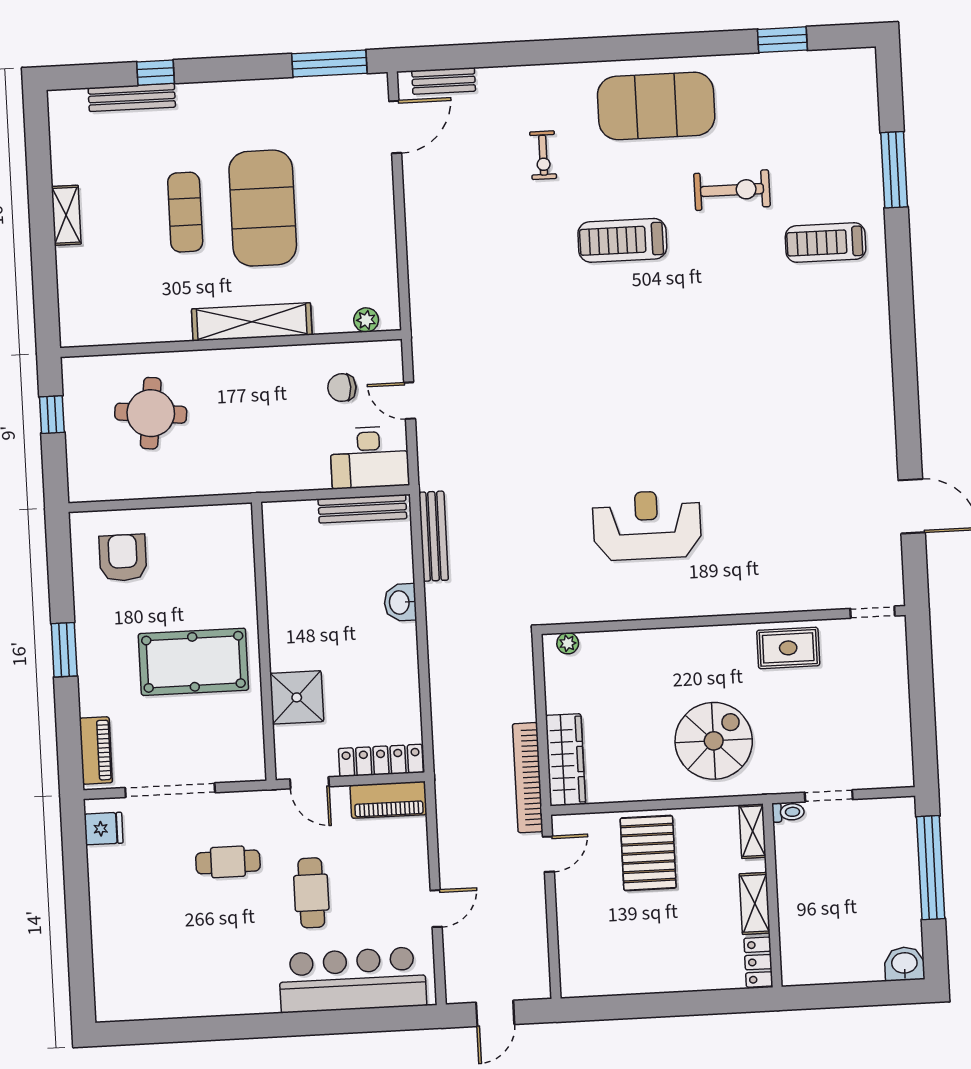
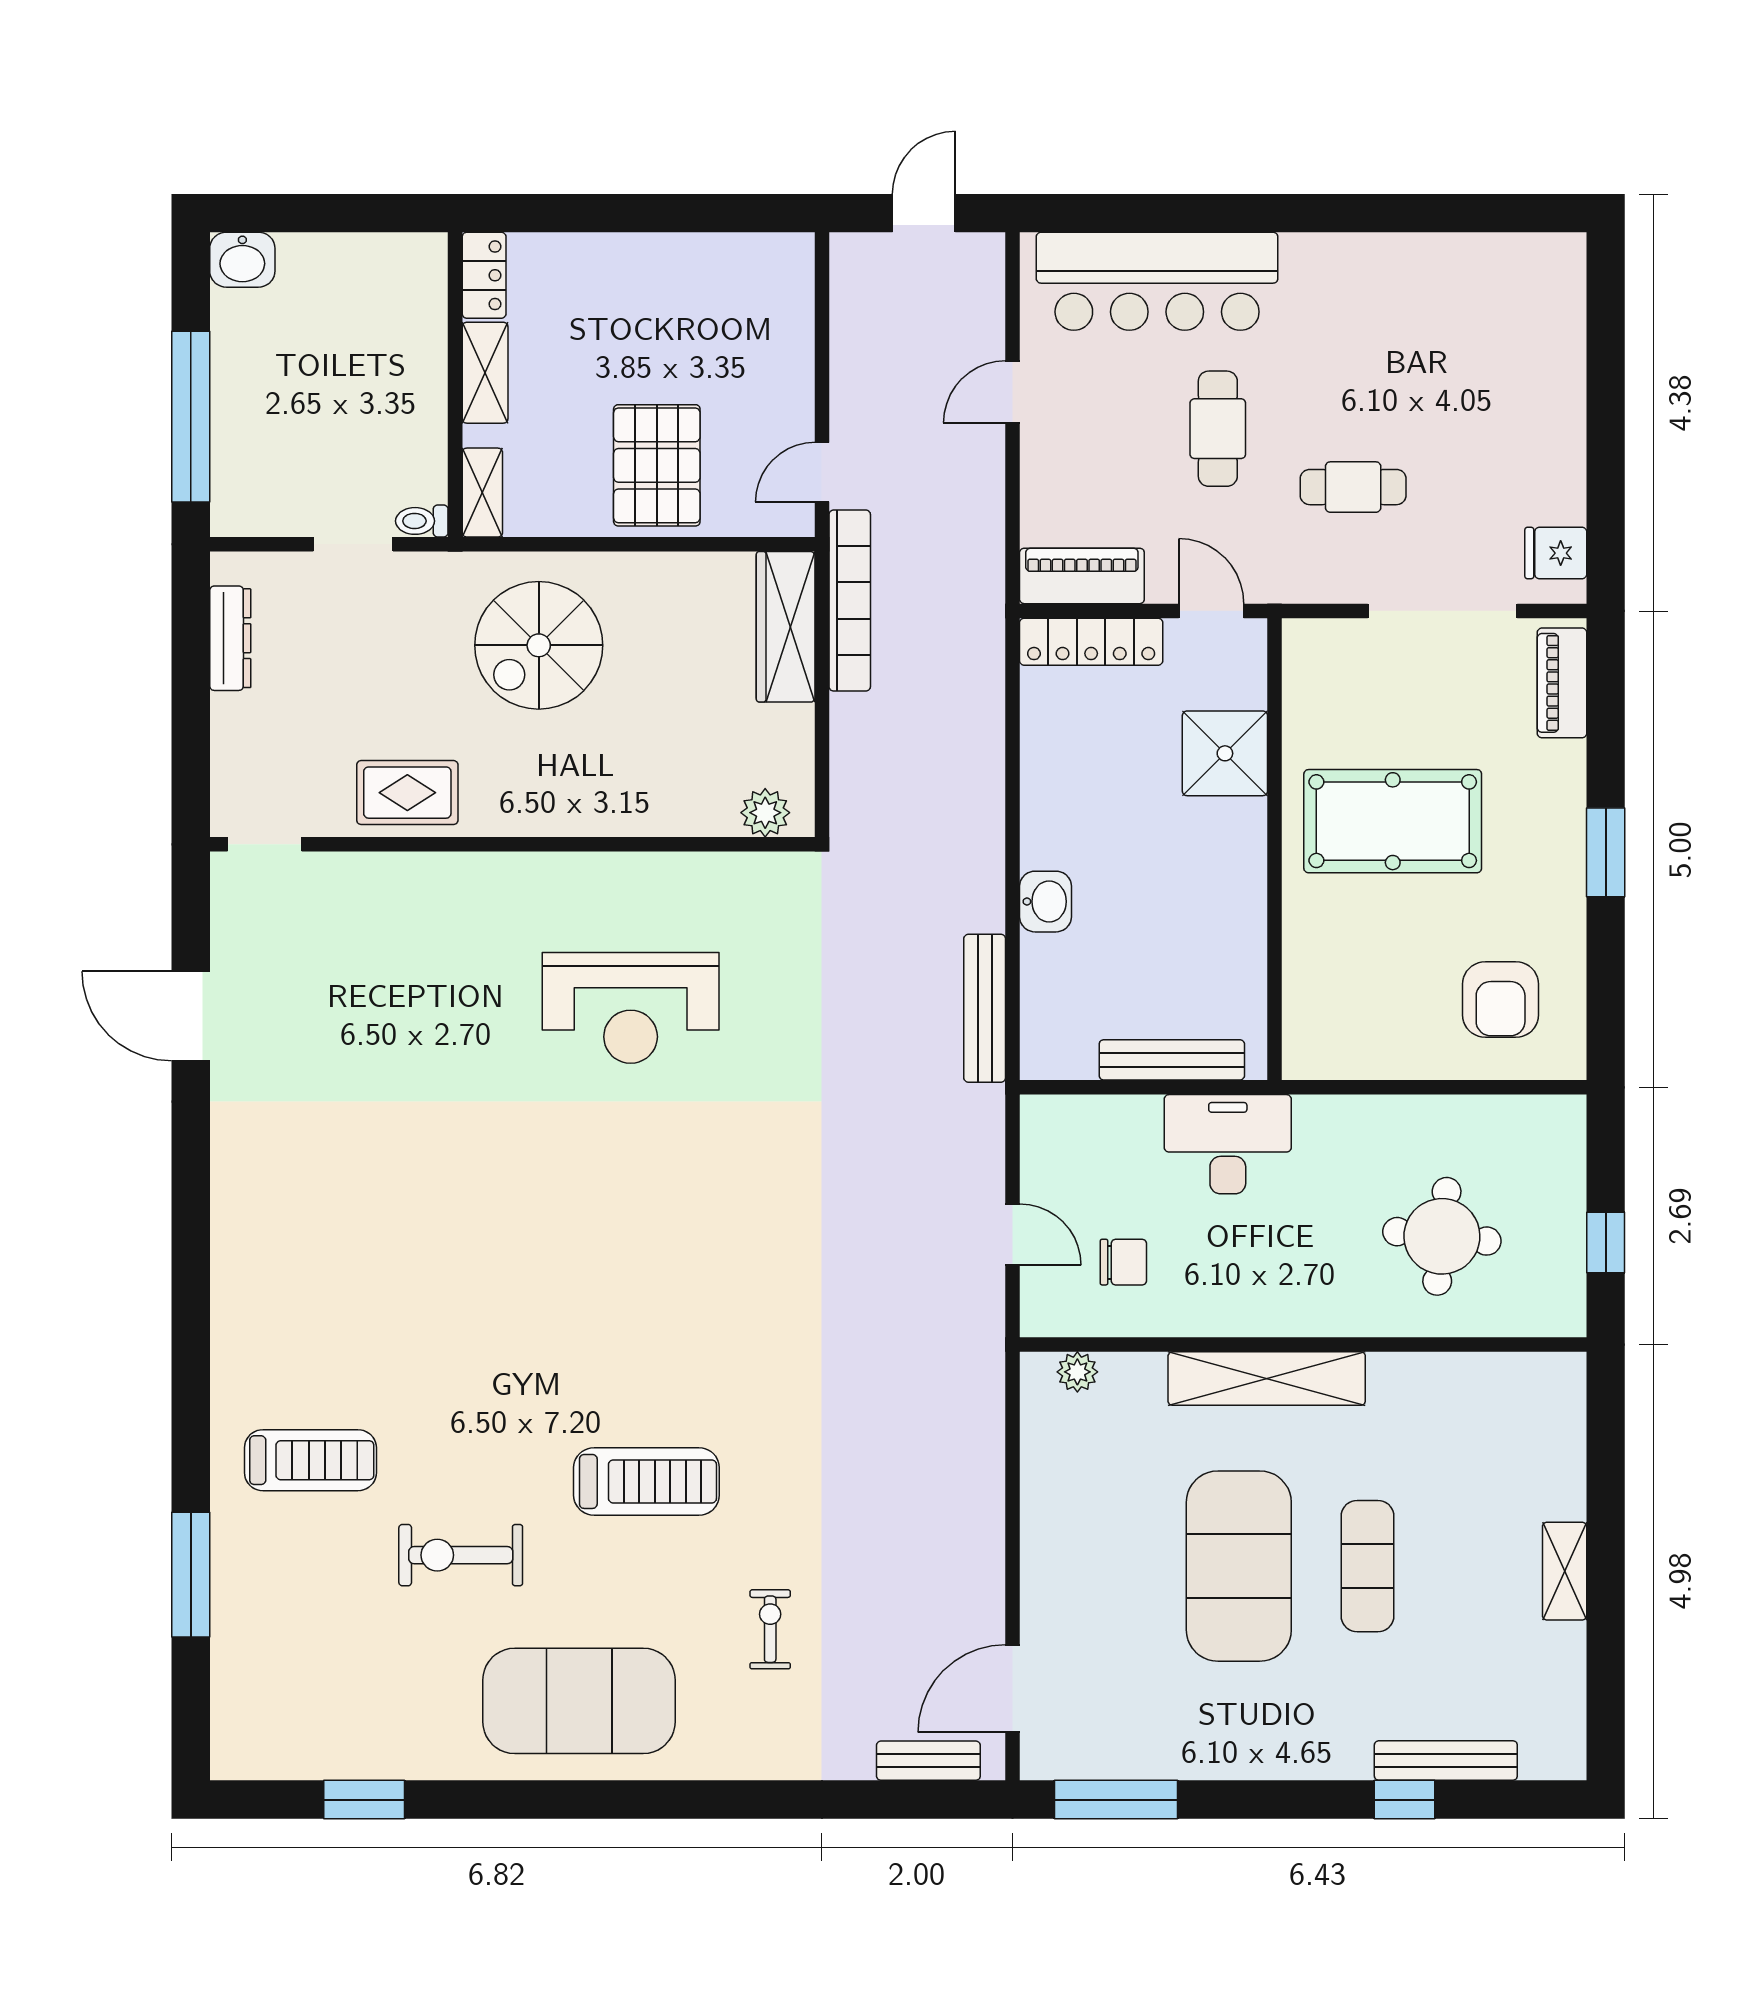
desk: (369, 457) -> (1228, 1144), moved
bench: (362, 509) -> (1172, 1060), moved
plant: (568, 643) -> (765, 813), width x1.38, depth x1.38
dresser: (900, 735) -> (230, 638), added

